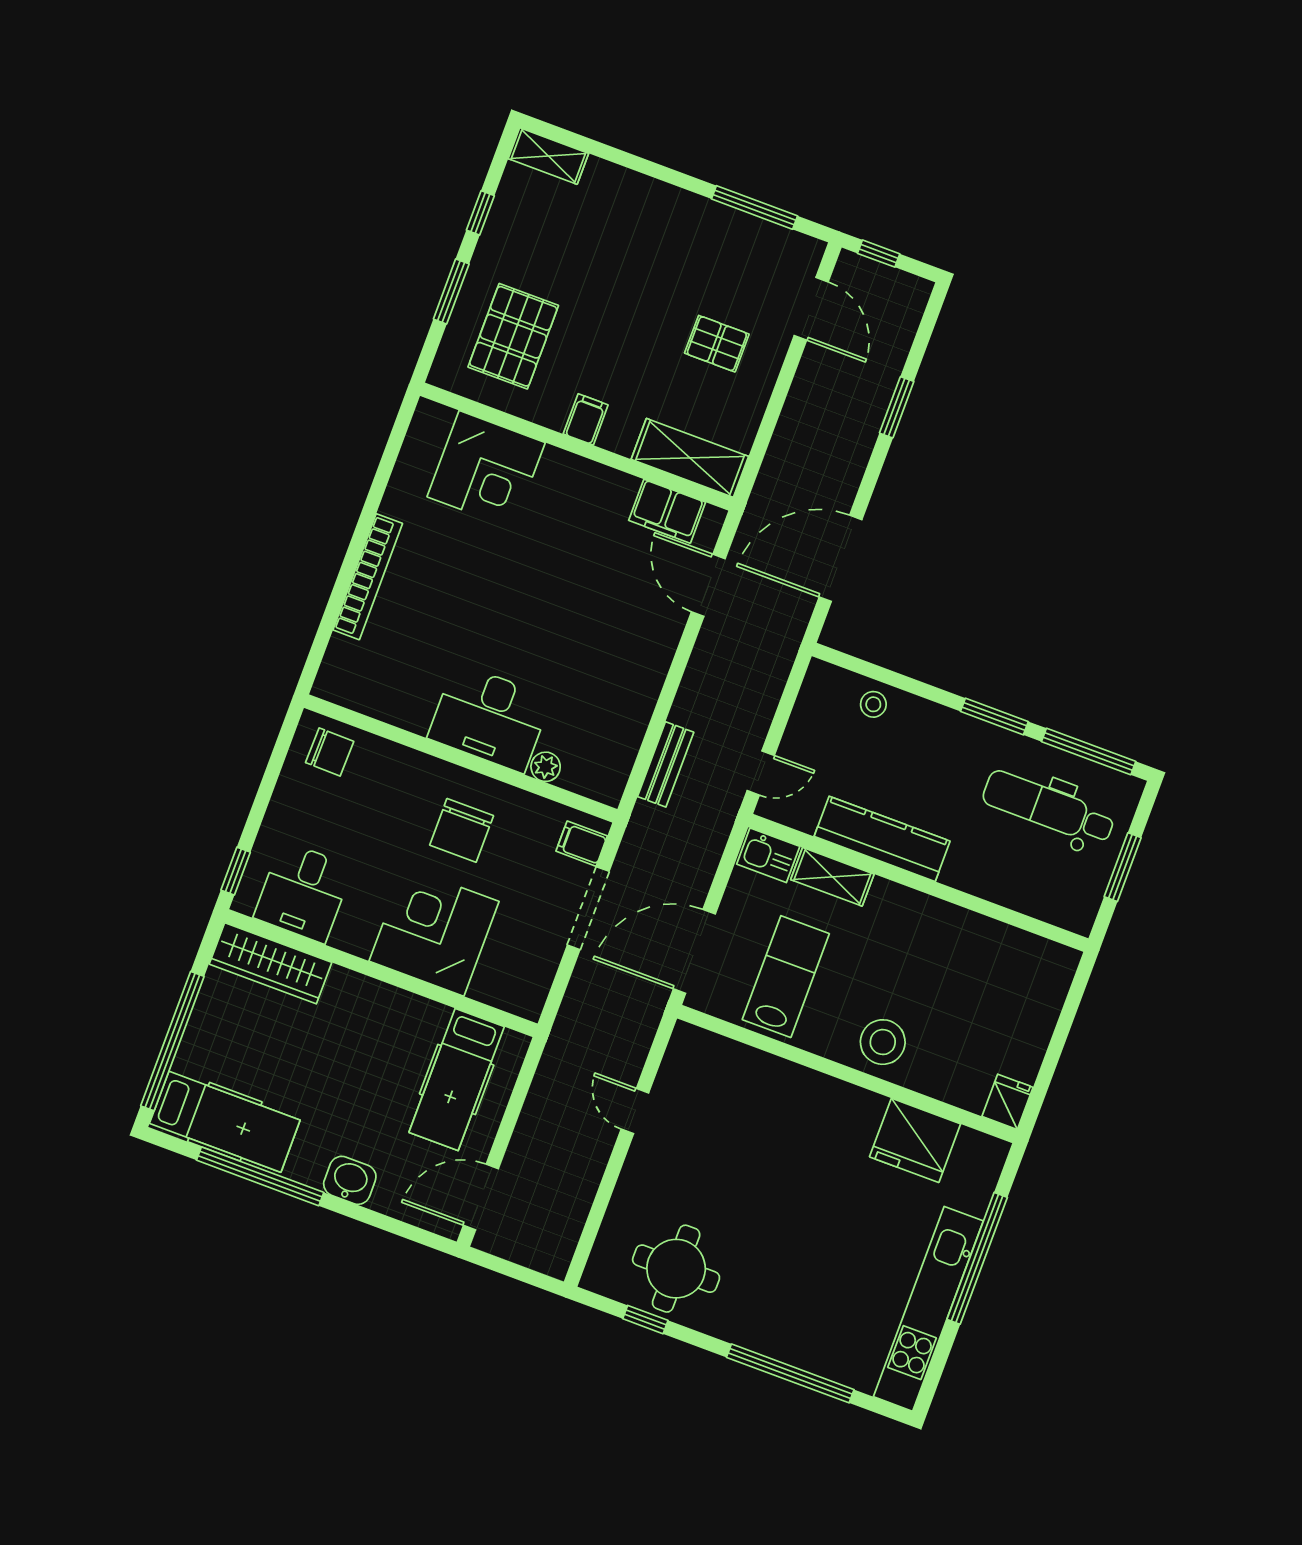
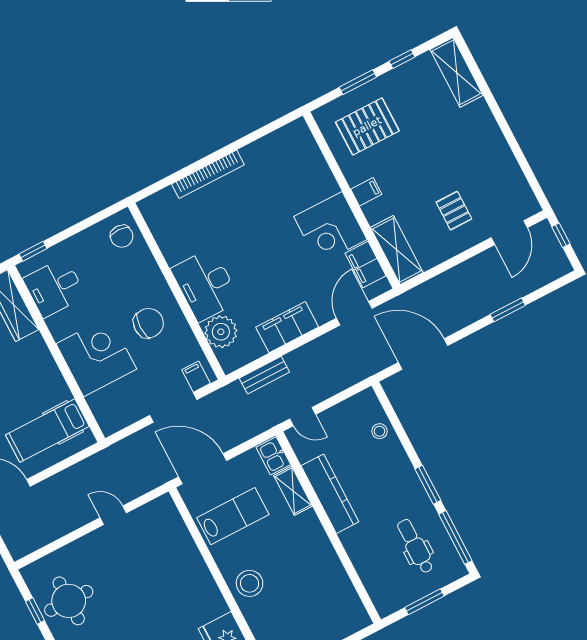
shelving: (548, 156) -> (457, 72), width x1.50, depth x1.33
window: (755, 207) -> (525, 166), removed
corner desk: (486, 470) -> (330, 228), moved
filing cabinet: (640, 678) -> (287, 327), added
plant: (546, 767) -> (221, 332), width x1.87, depth x1.87
dental chair: (1048, 808) -> (415, 546), width x0.73, depth x0.72
chair: (462, 830) -> (148, 323), turned 180
door: (635, 1111) -> (113, 515), hinge flipped

